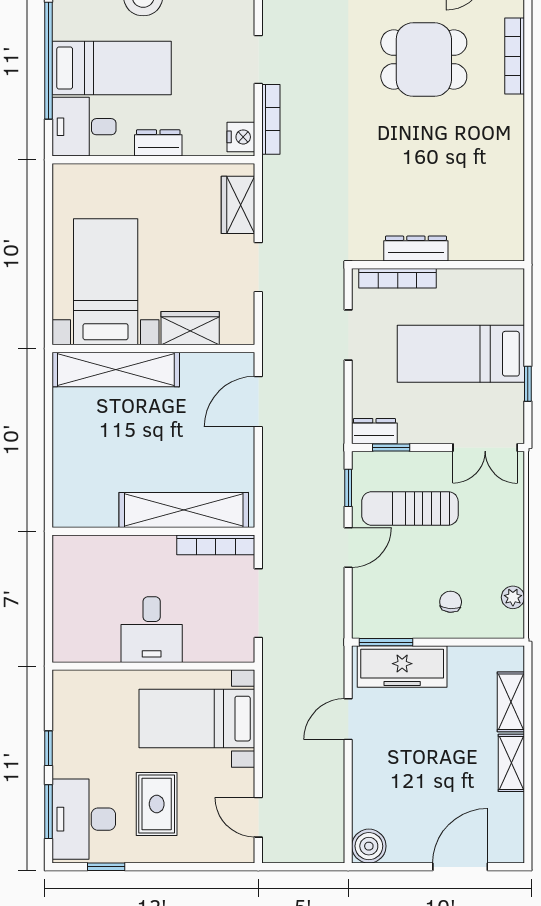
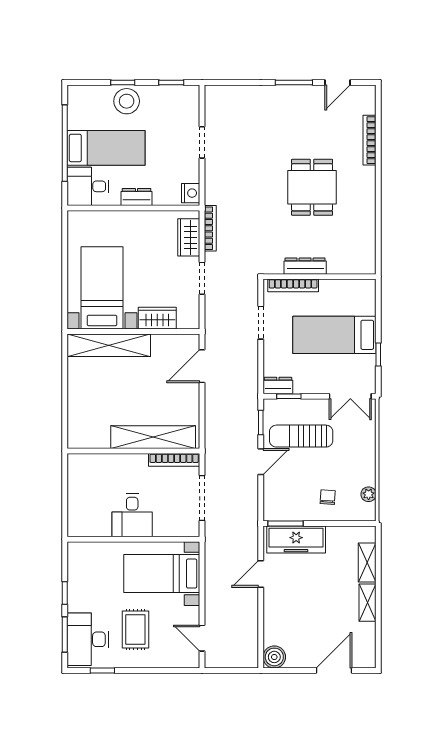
dining table: (424, 60) -> (312, 187), moved, turned 90
bookcase: (271, 119) -> (210, 228), moved

